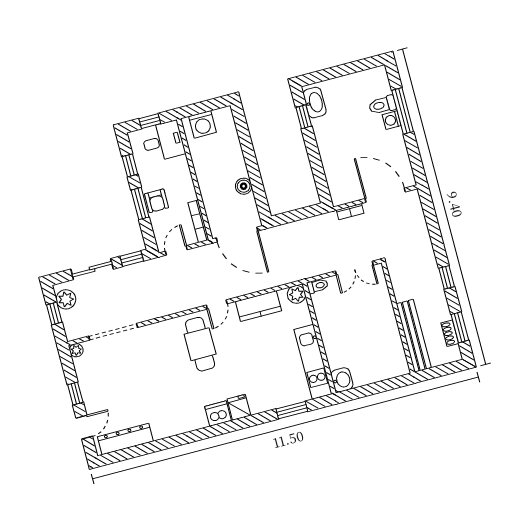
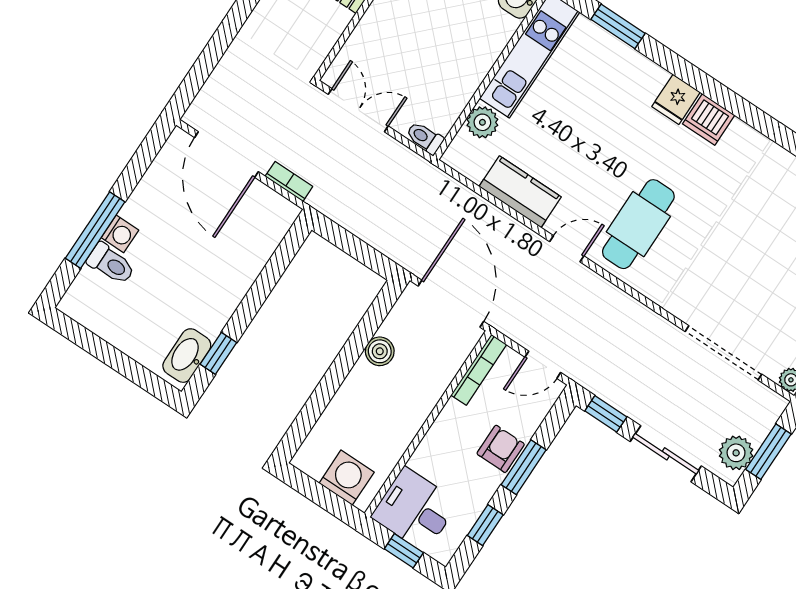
plant: (296, 294) -> (482, 122), moved
window: (54, 314) -> (768, 452), width x1.50

